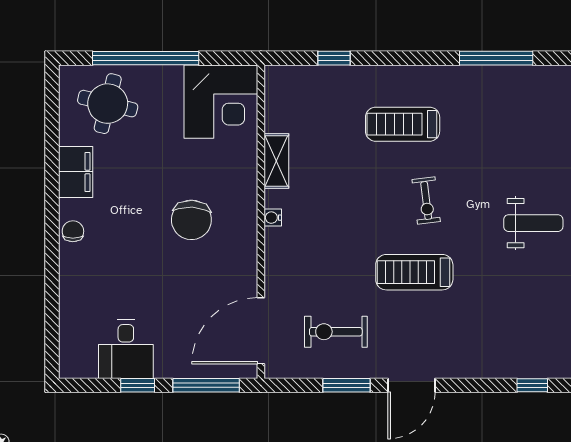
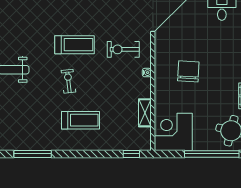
window: (334, 58) -> (131, 154), moved
shelving: (276, 161) -> (145, 113), moved
exercise bike: (336, 332) -> (123, 49), moved, turned 180

